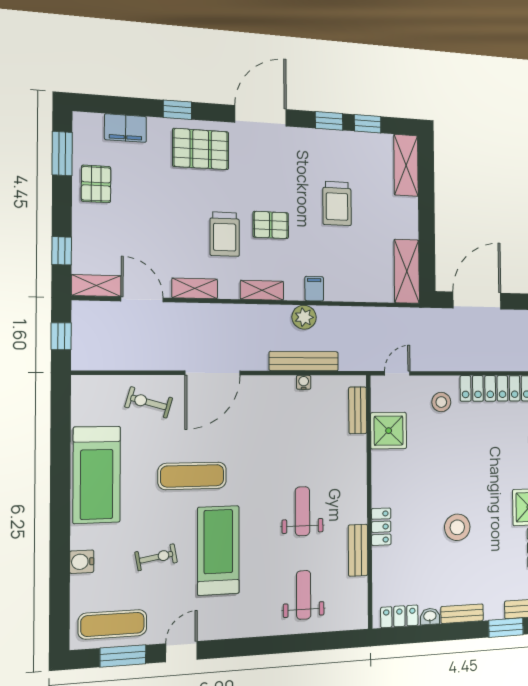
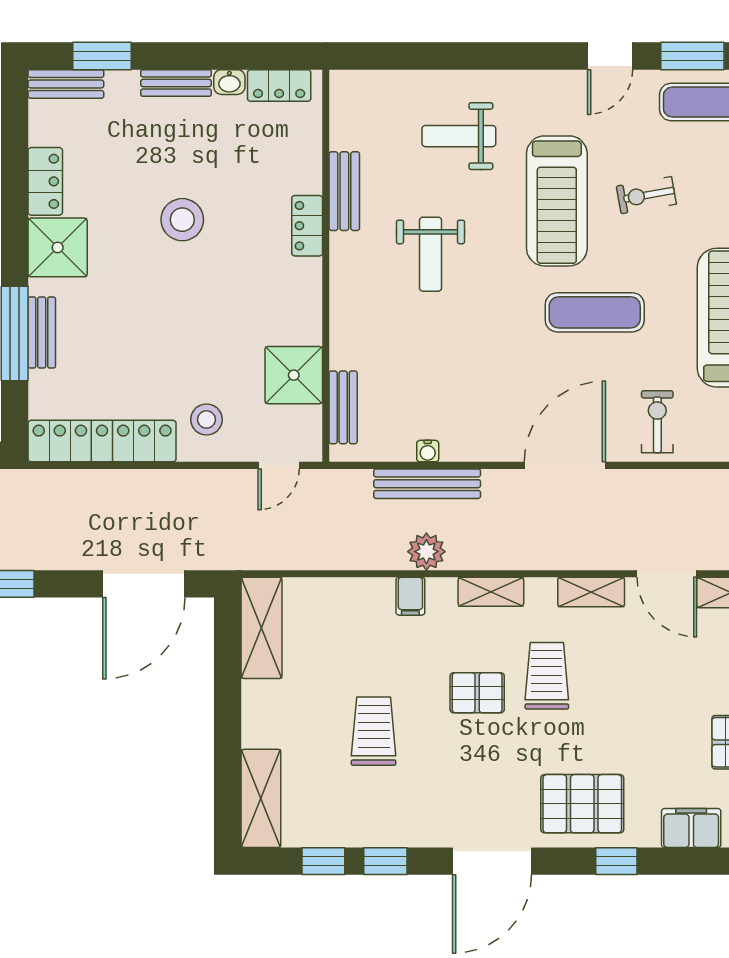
exercise bike: (149, 402) -> (657, 422), turned -106
weight bench: (304, 595) -> (459, 136), moved, turned 90

